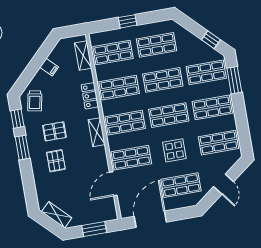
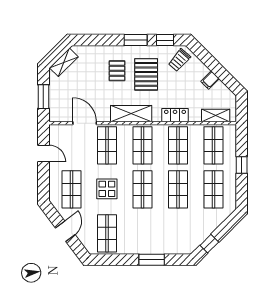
shop shelf: (206, 72) -> (178, 233), removed
window: (234, 80) -> (152, 260), moved
trolley: (35, 101) -> (179, 60), turned -60
shop shelf: (212, 107) -> (143, 233), removed
pallet: (54, 131) -> (146, 74), width x1.50, depth x1.42
shelving: (97, 132) -> (131, 114), width x1.50, depth x1.33
pallet: (56, 161) -> (117, 71), turned 90
door: (224, 184) -> (65, 231), swing flipped
door: (150, 219) -> (43, 153), width x0.53

